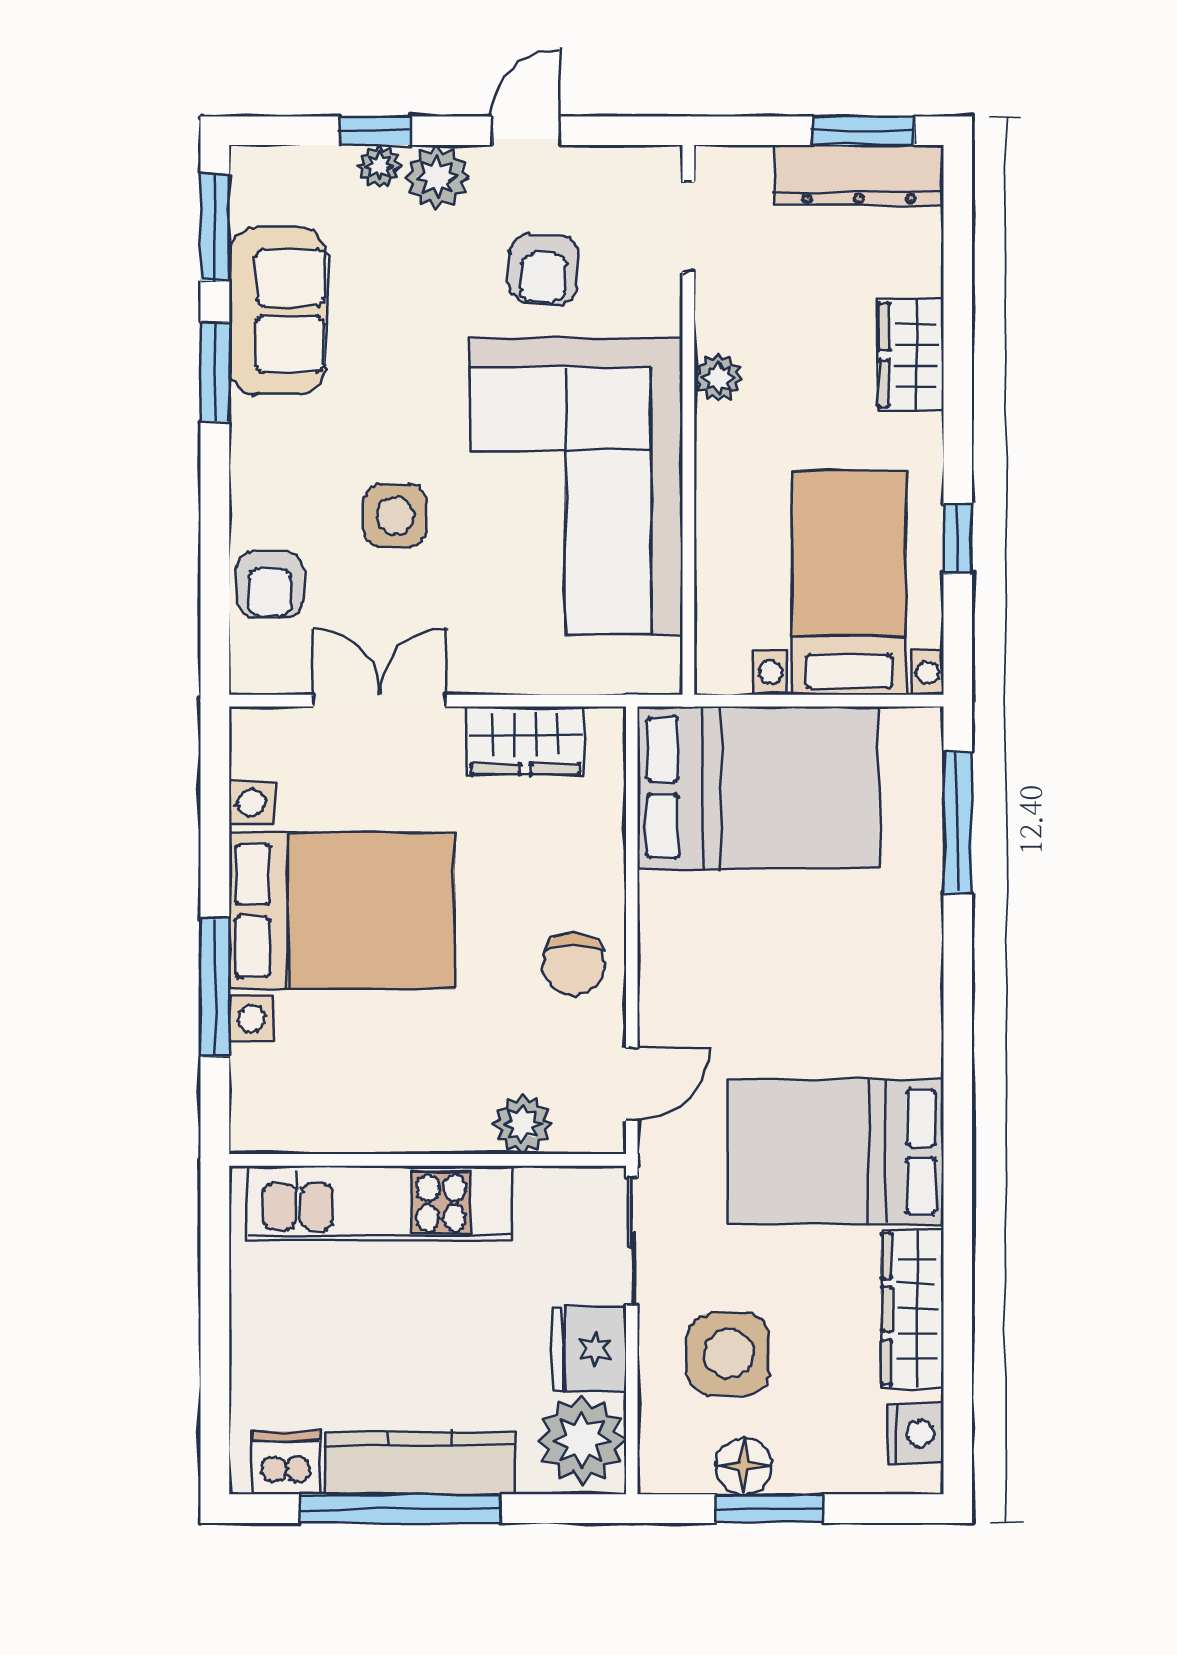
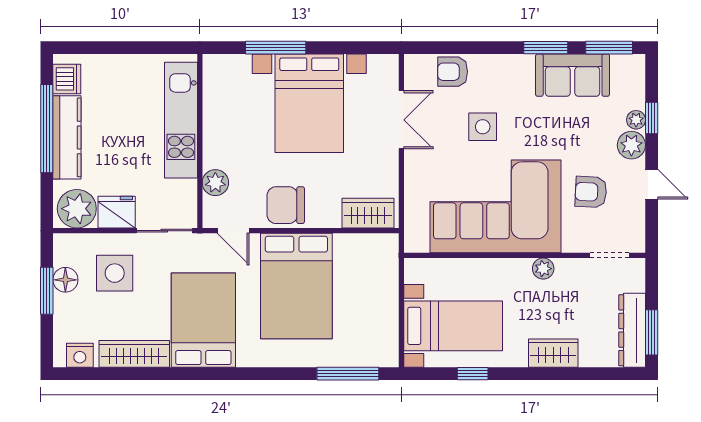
wardrobe: (525, 740) -> (368, 213), moved, turned 90
bed: (758, 788) -> (296, 286), moved
chair: (574, 964) -> (286, 205), width x1.37, depth x1.37

